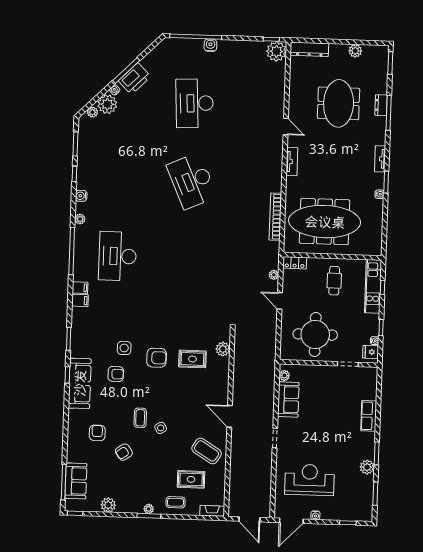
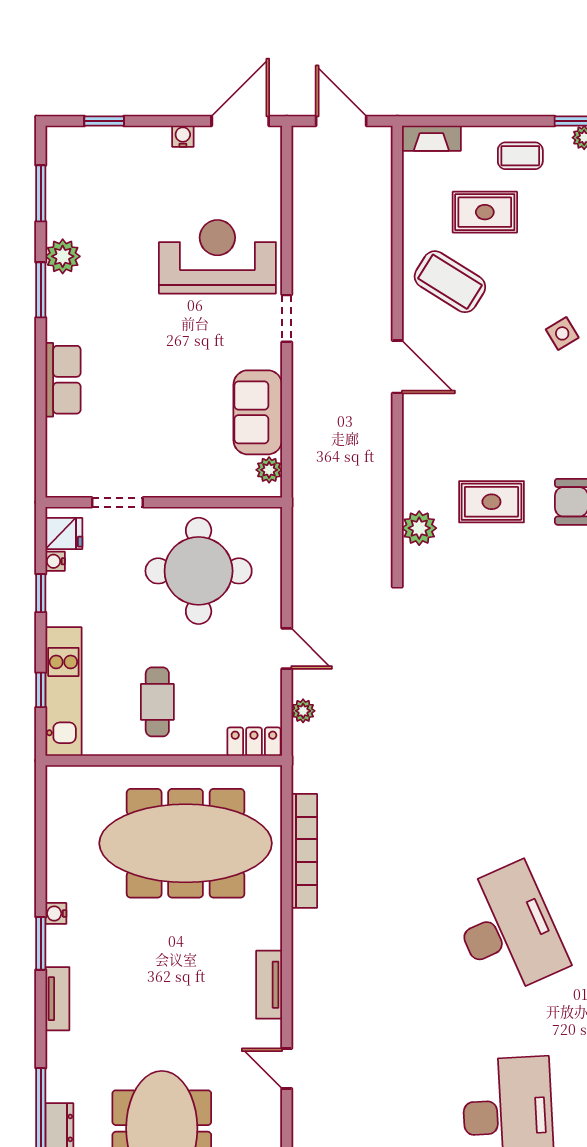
reception desk: (310, 480) -> (217, 257), moved, turned 180

